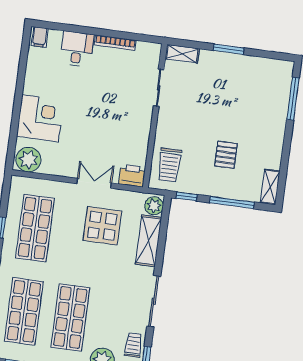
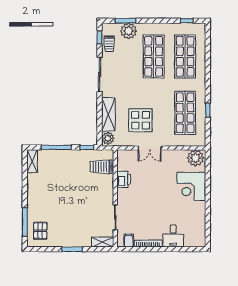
filing cabinet: (40, 37) -> (129, 241), moved
pallet: (226, 155) -> (40, 231), moved
trolley: (169, 165) -> (101, 167), turned -90
printer: (132, 176) -> (124, 179), moved, turned -90

